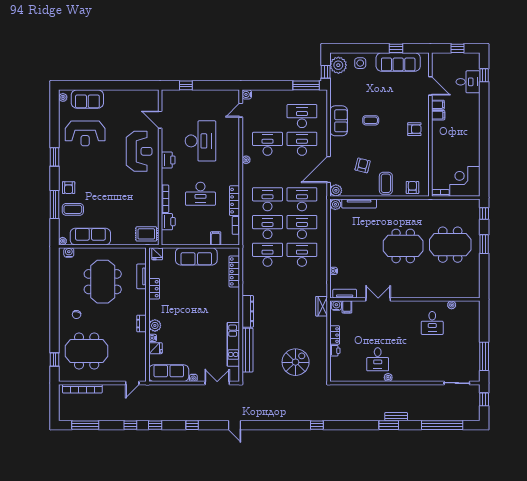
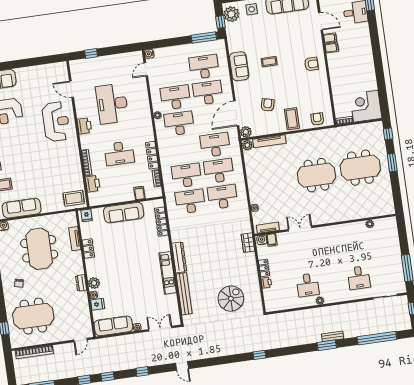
desk: (200, 141) -> (112, 104), turned 180
desk: (267, 199) -> (179, 123), moved
desk: (432, 323) -> (359, 278), moved
kitchen unit: (233, 344) -> (168, 273), moved

